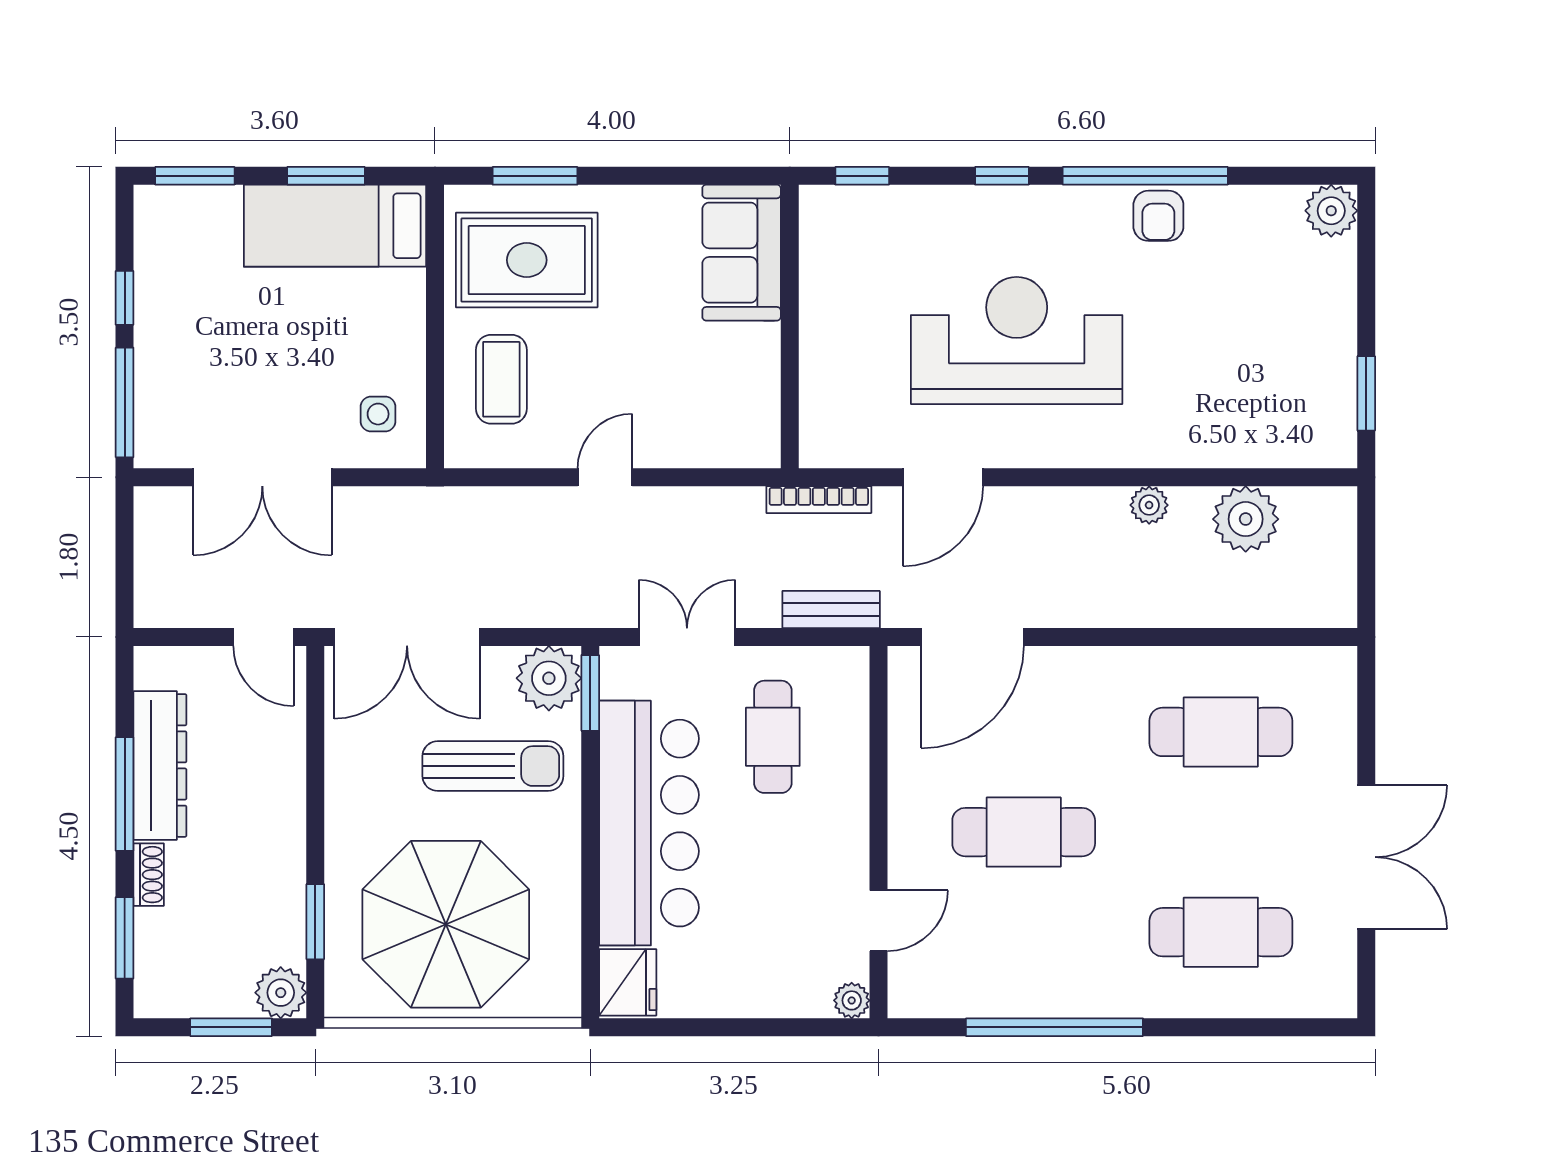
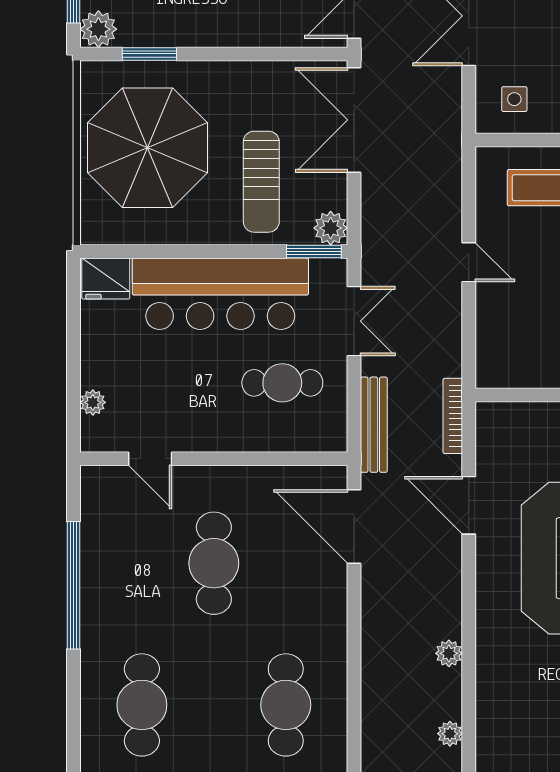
plant: (1246, 519) -> (450, 734), width x0.53, depth x0.53
bench: (831, 609) -> (374, 425), width x1.36
plant: (549, 678) -> (331, 228), width x0.73, depth x0.73
plant: (852, 1000) -> (93, 402), moved

